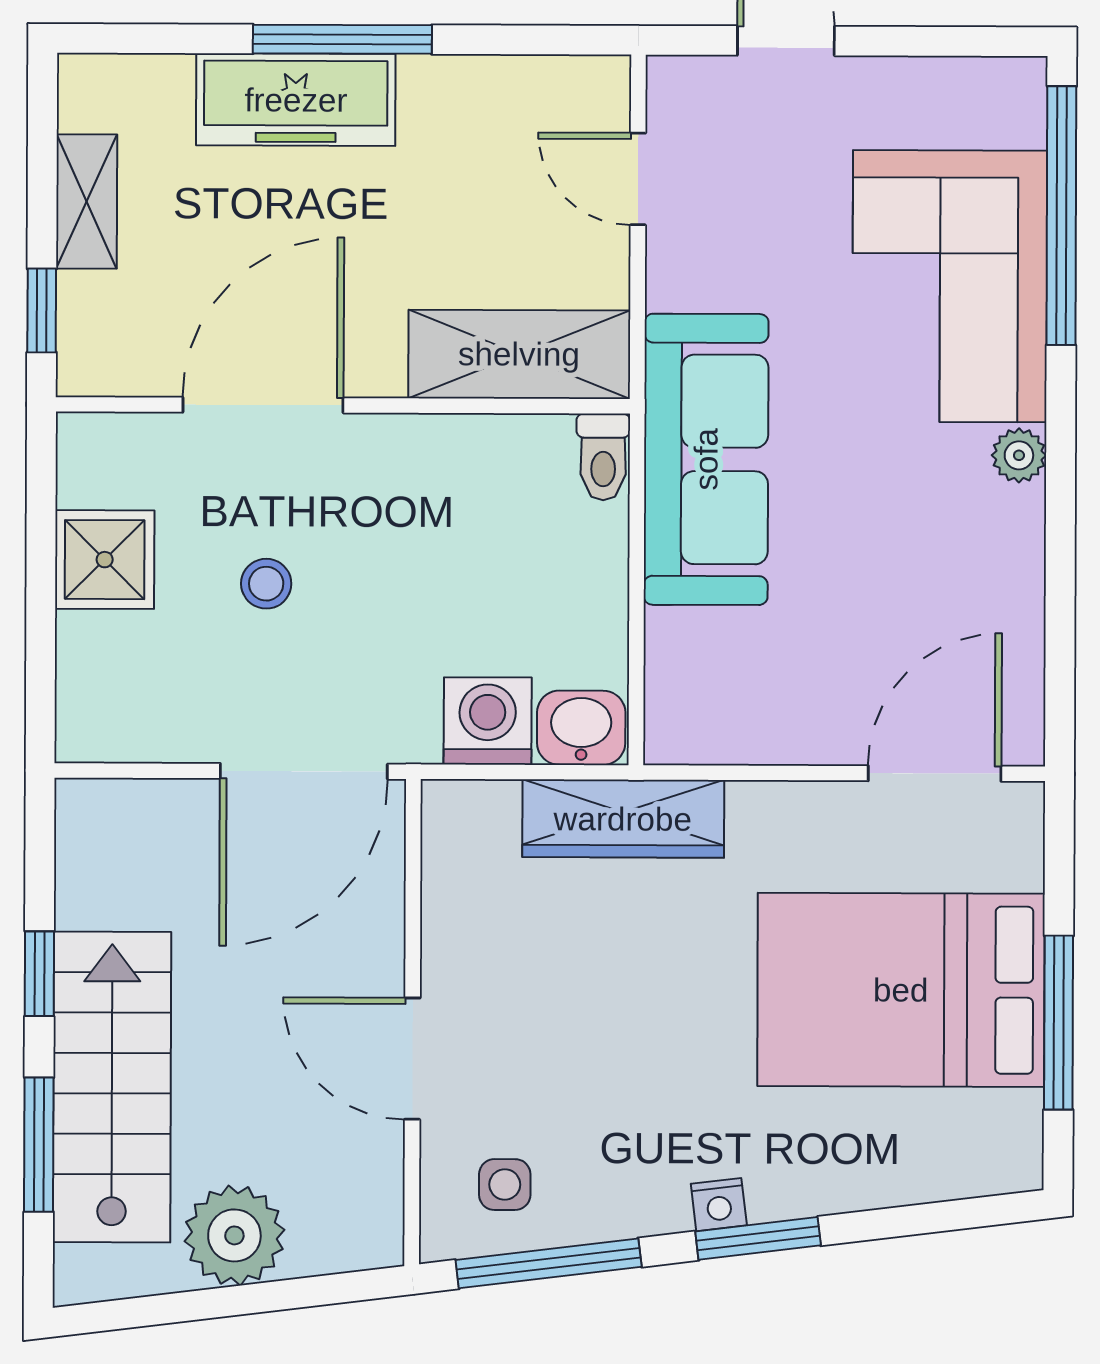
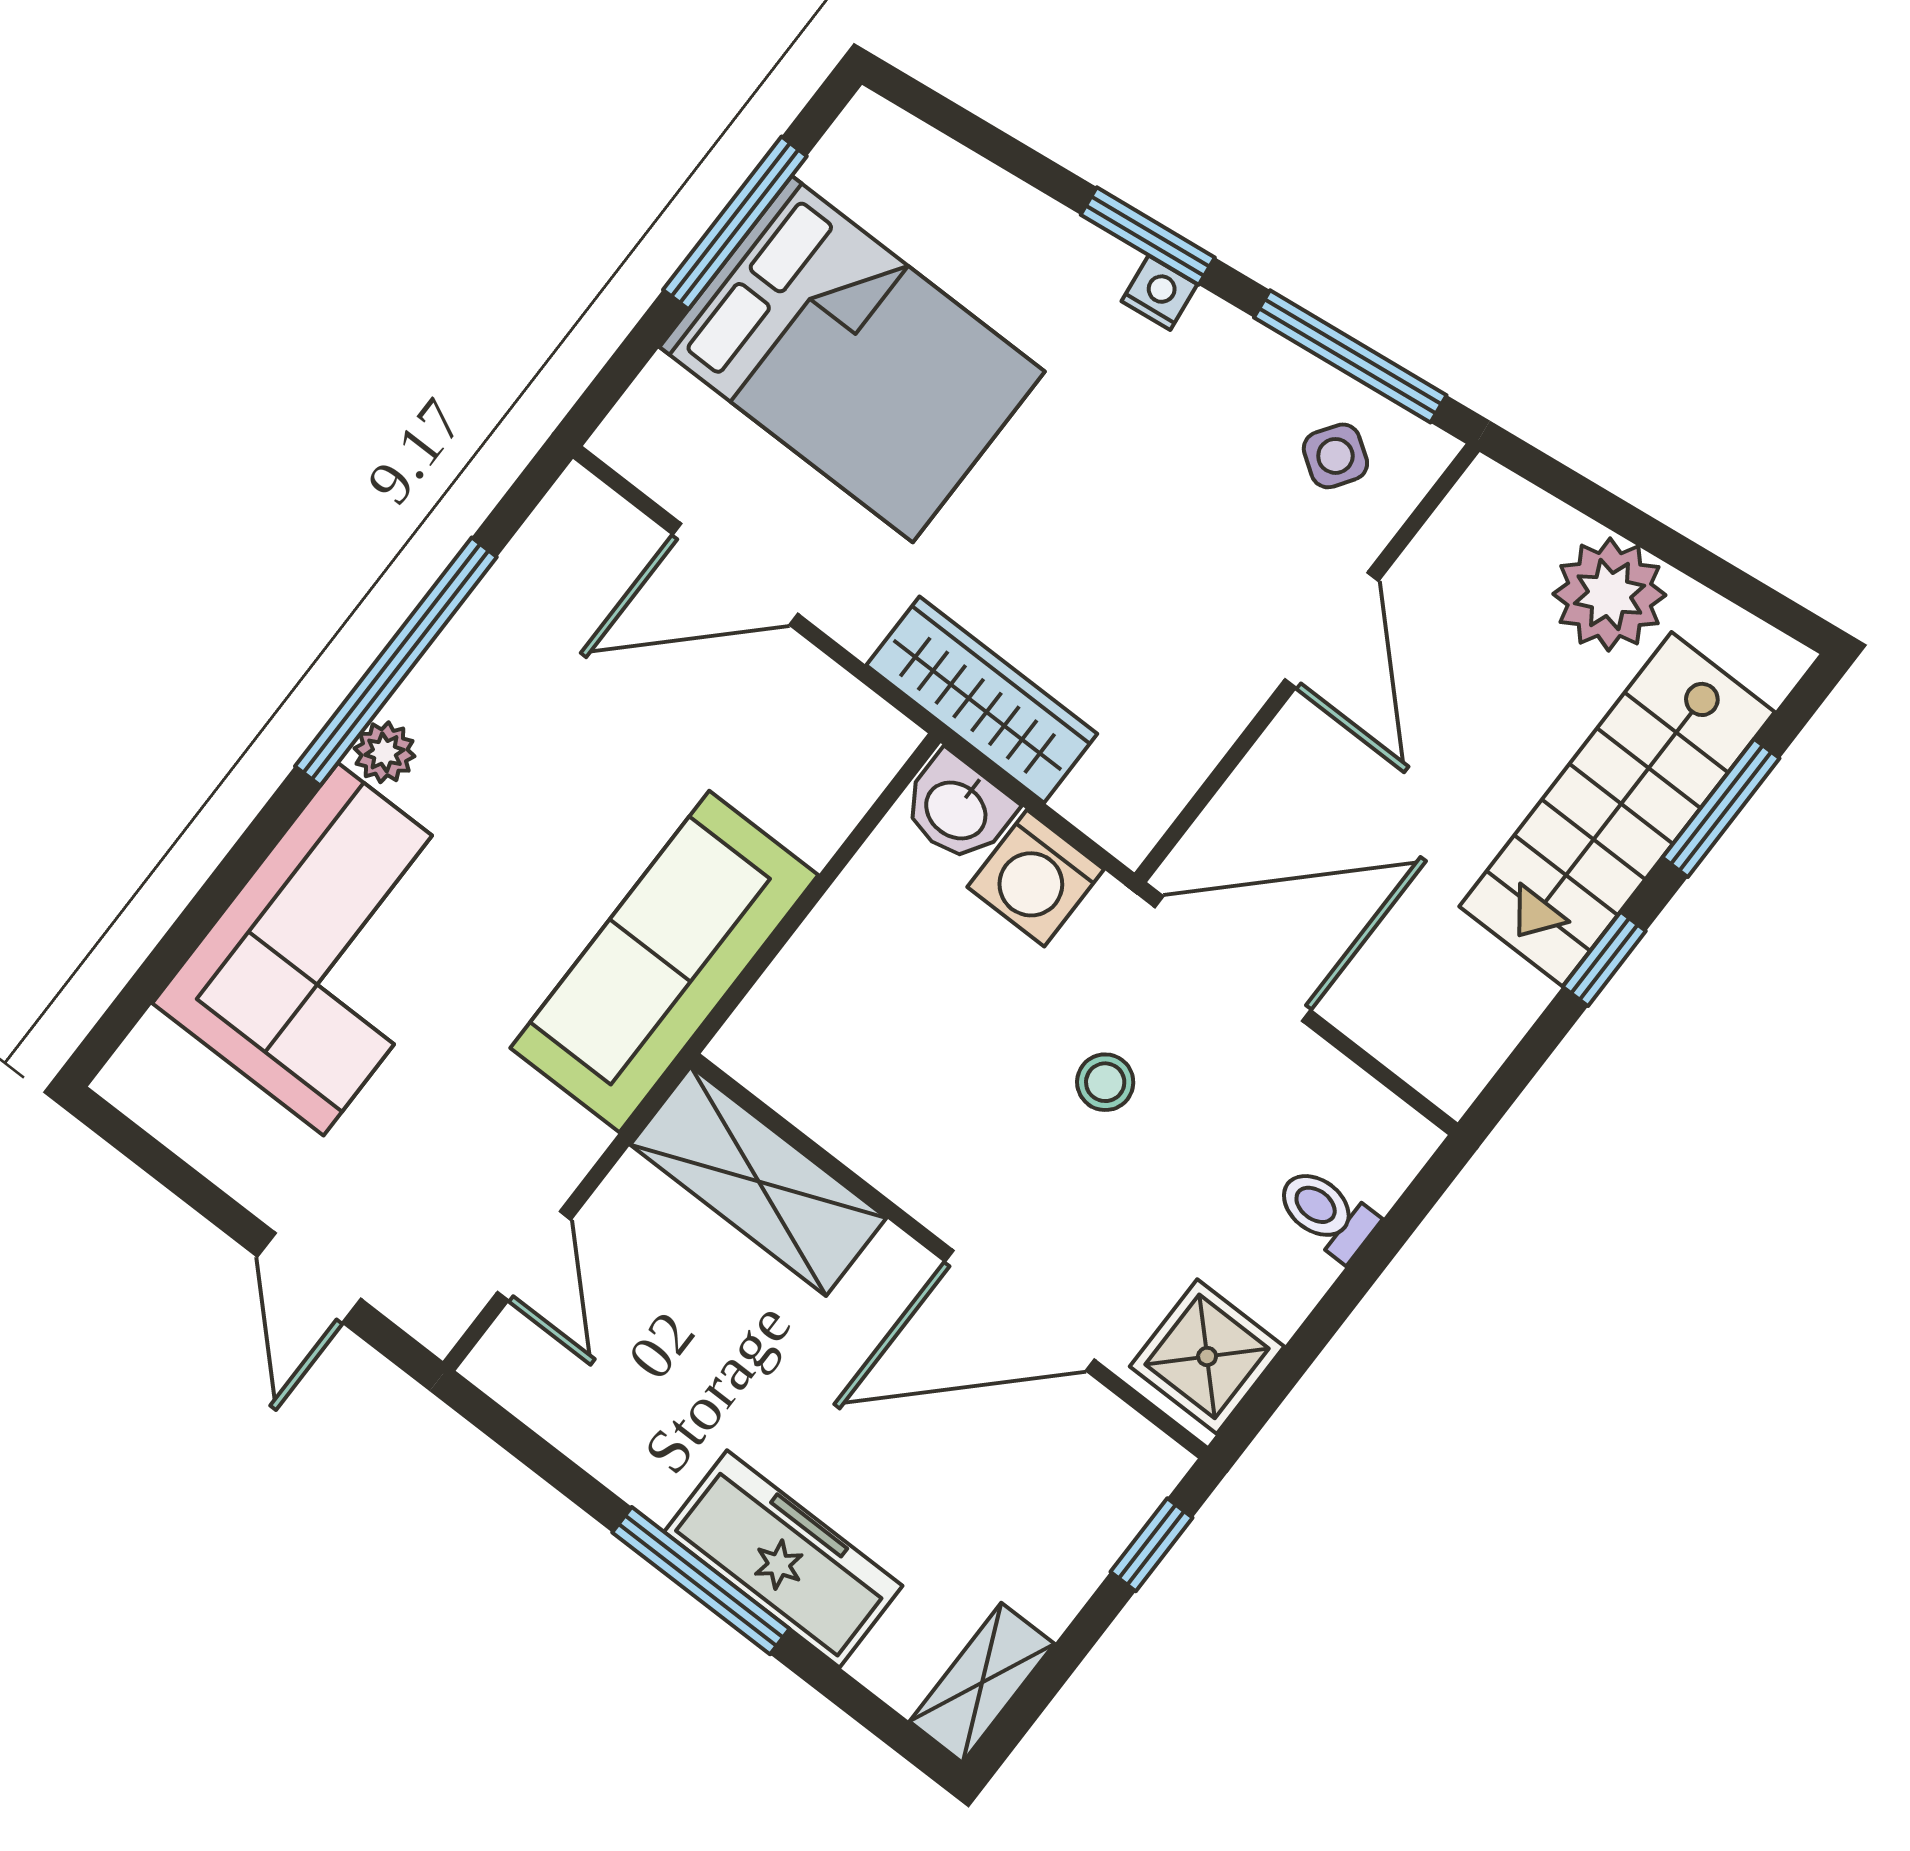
shelving: (87, 202) -> (982, 1683), moved
window: (1061, 216) -> (396, 662), moved
toilet: (603, 457) -> (1326, 1213), moved, turned -90
shower: (105, 560) -> (1207, 1356), moved
stool: (266, 584) -> (1105, 1082), moved
door: (935, 773) -> (735, 574), moved
side table: (505, 1185) -> (1335, 456), turned 34

